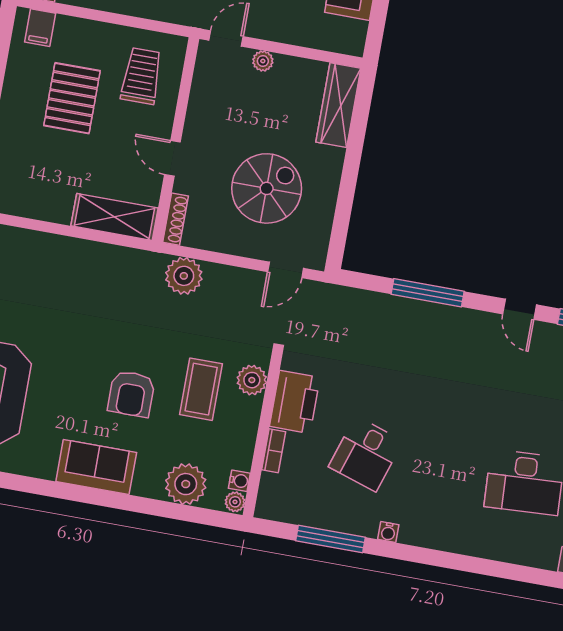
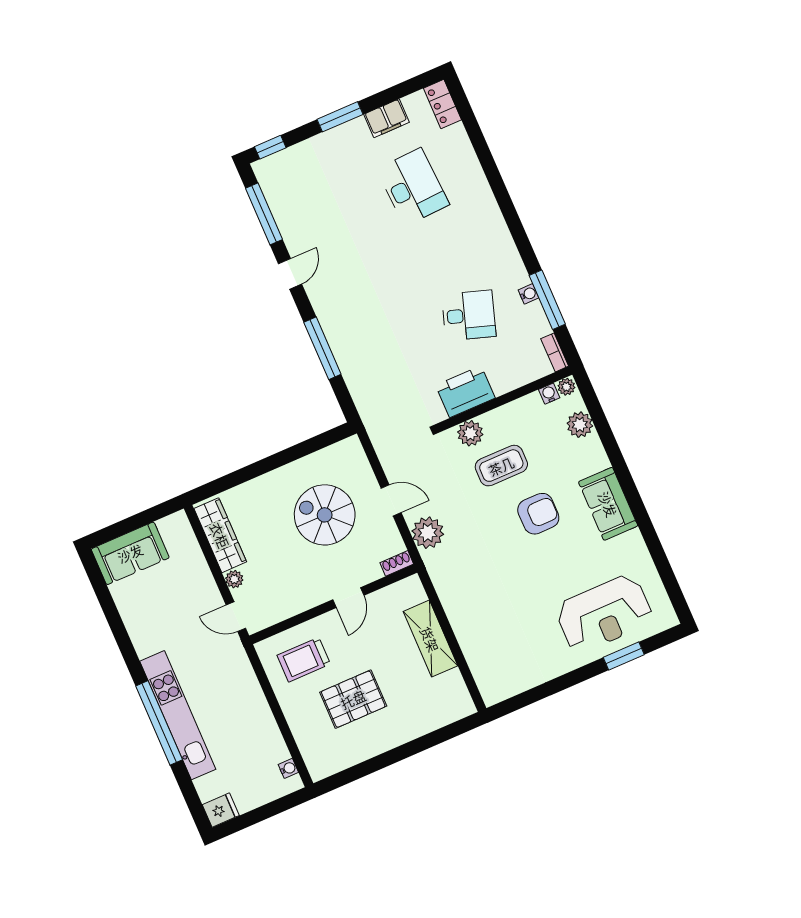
filing cabinet: (40, 28) -> (318, 756), removed
wardrobe: (338, 105) -> (220, 535), moved, turned -90
shelving: (114, 217) -> (430, 639), moved
shoe rack: (176, 219) -> (397, 563), width x0.70
door: (286, 270) -> (391, 500), moved
bookcase: (274, 451) -> (555, 352), moved, turned -90
plant: (186, 484) -> (580, 425), width x0.73, depth x0.73
water cooler: (388, 532) -> (529, 294), moved

